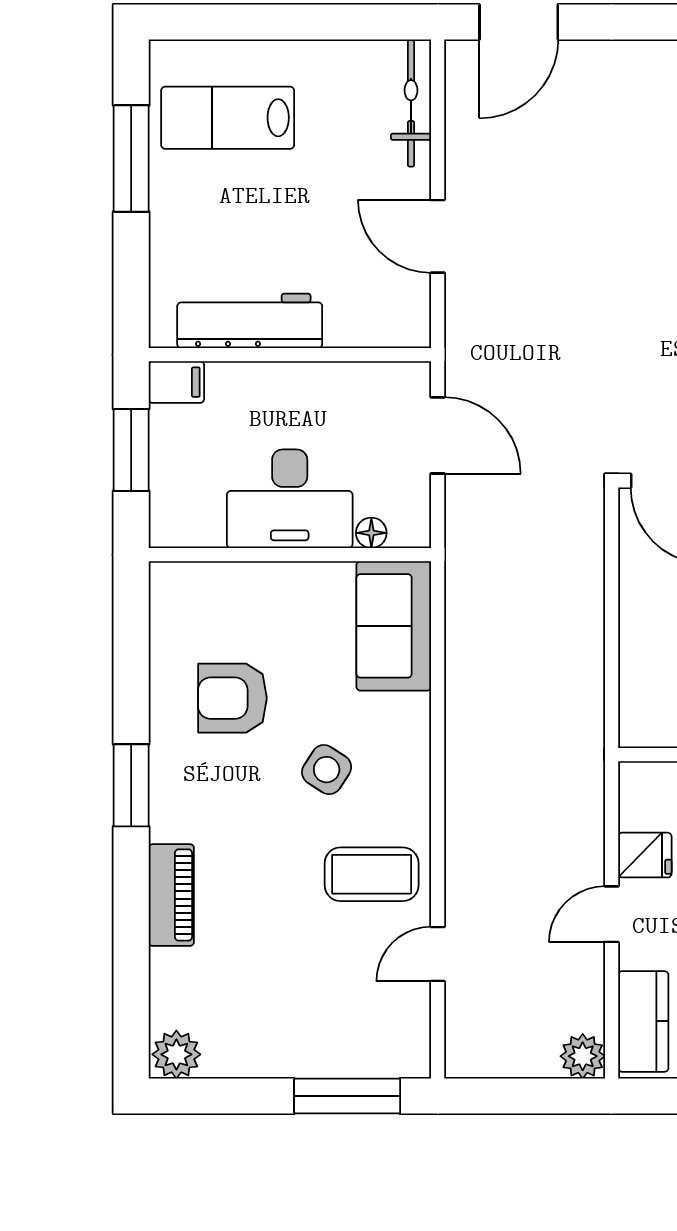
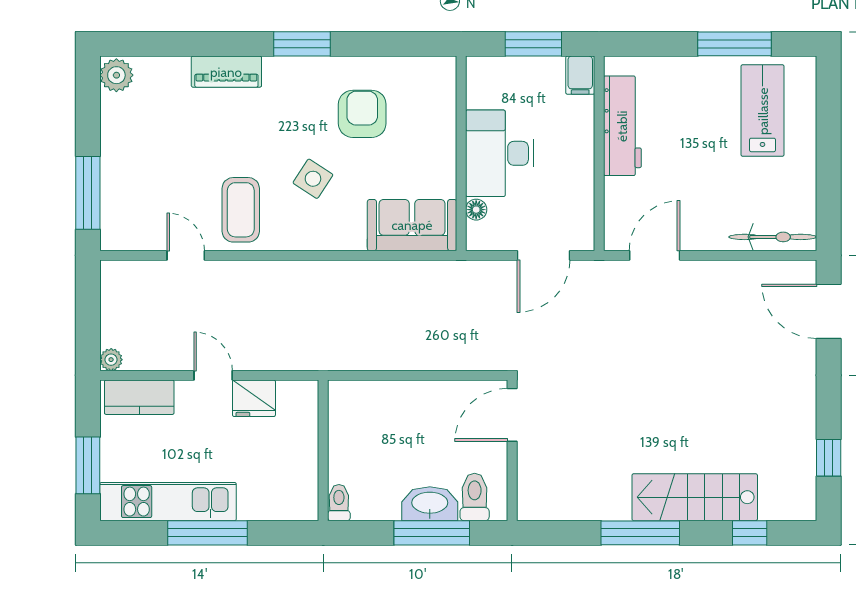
door: (438, 236) -> (655, 255), moved
fridge: (645, 855) -> (254, 398), width x1.38
plant: (583, 1056) -> (111, 360), width x0.73, depth x0.73

